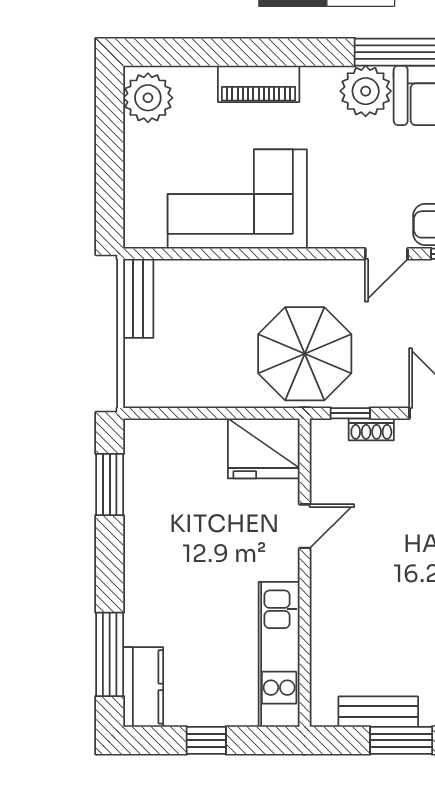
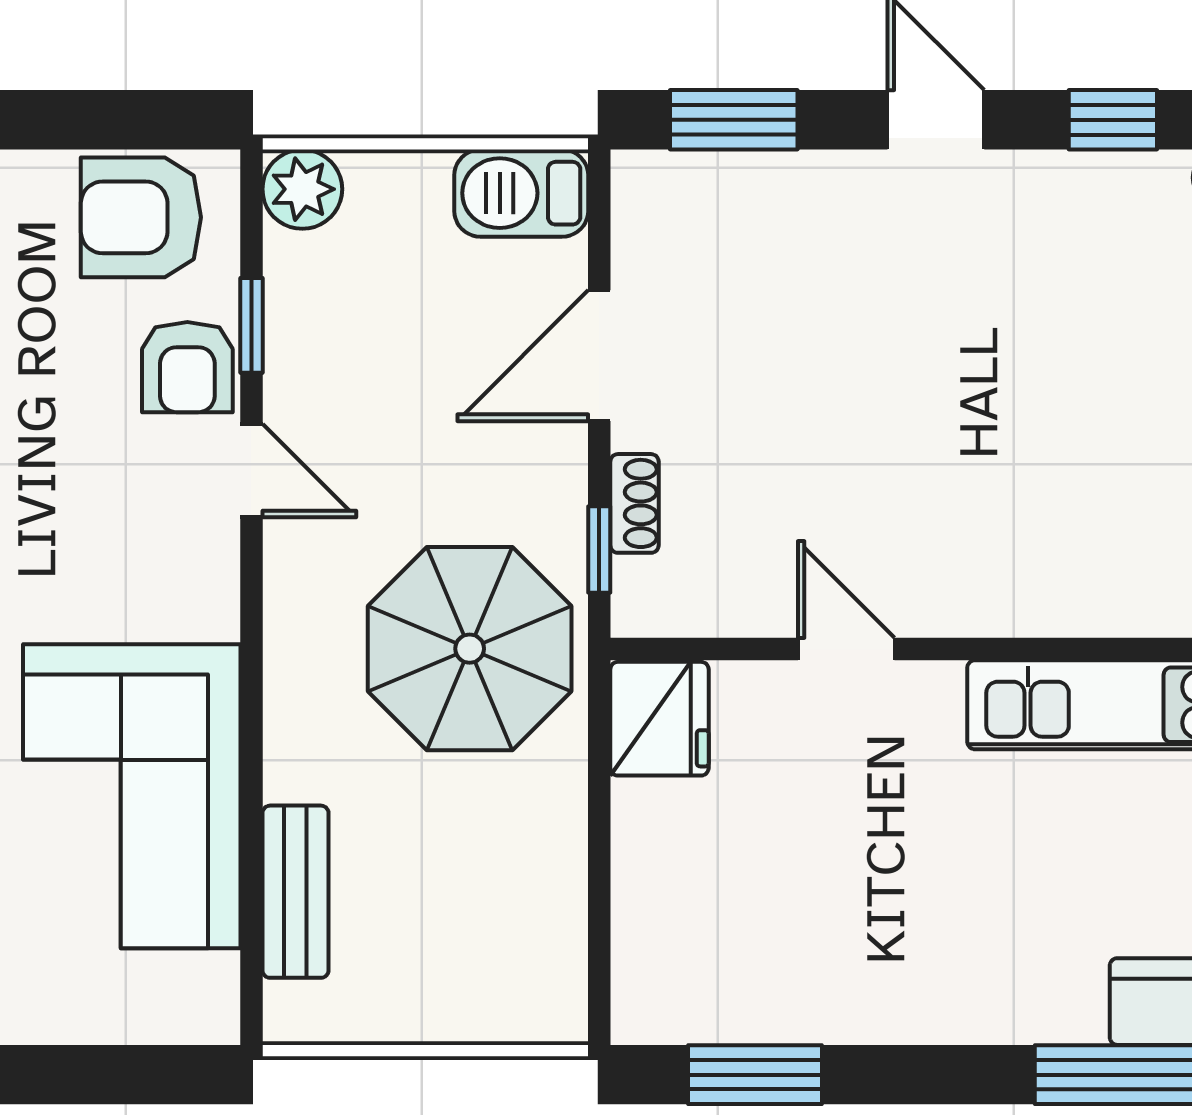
bench: (138, 298) -> (295, 892), moved, turned 90
fridge: (263, 448) -> (659, 719), width x0.73, depth x0.75

